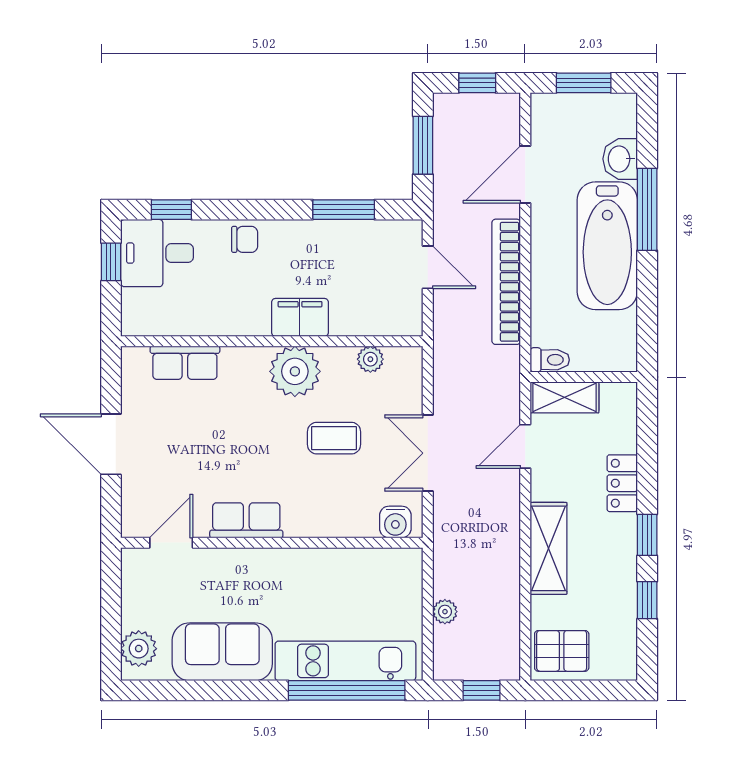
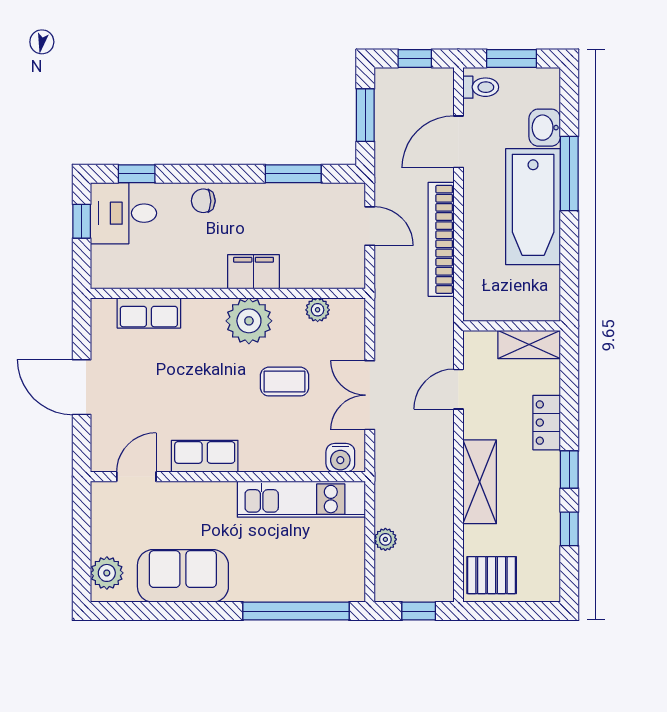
chair: (245, 239) -> (203, 201), turned 180
toilet: (550, 360) -> (481, 87), moved
shelving: (565, 397) -> (529, 344), moved
kitchen unit: (345, 661) -> (301, 499), moved, turned 180

